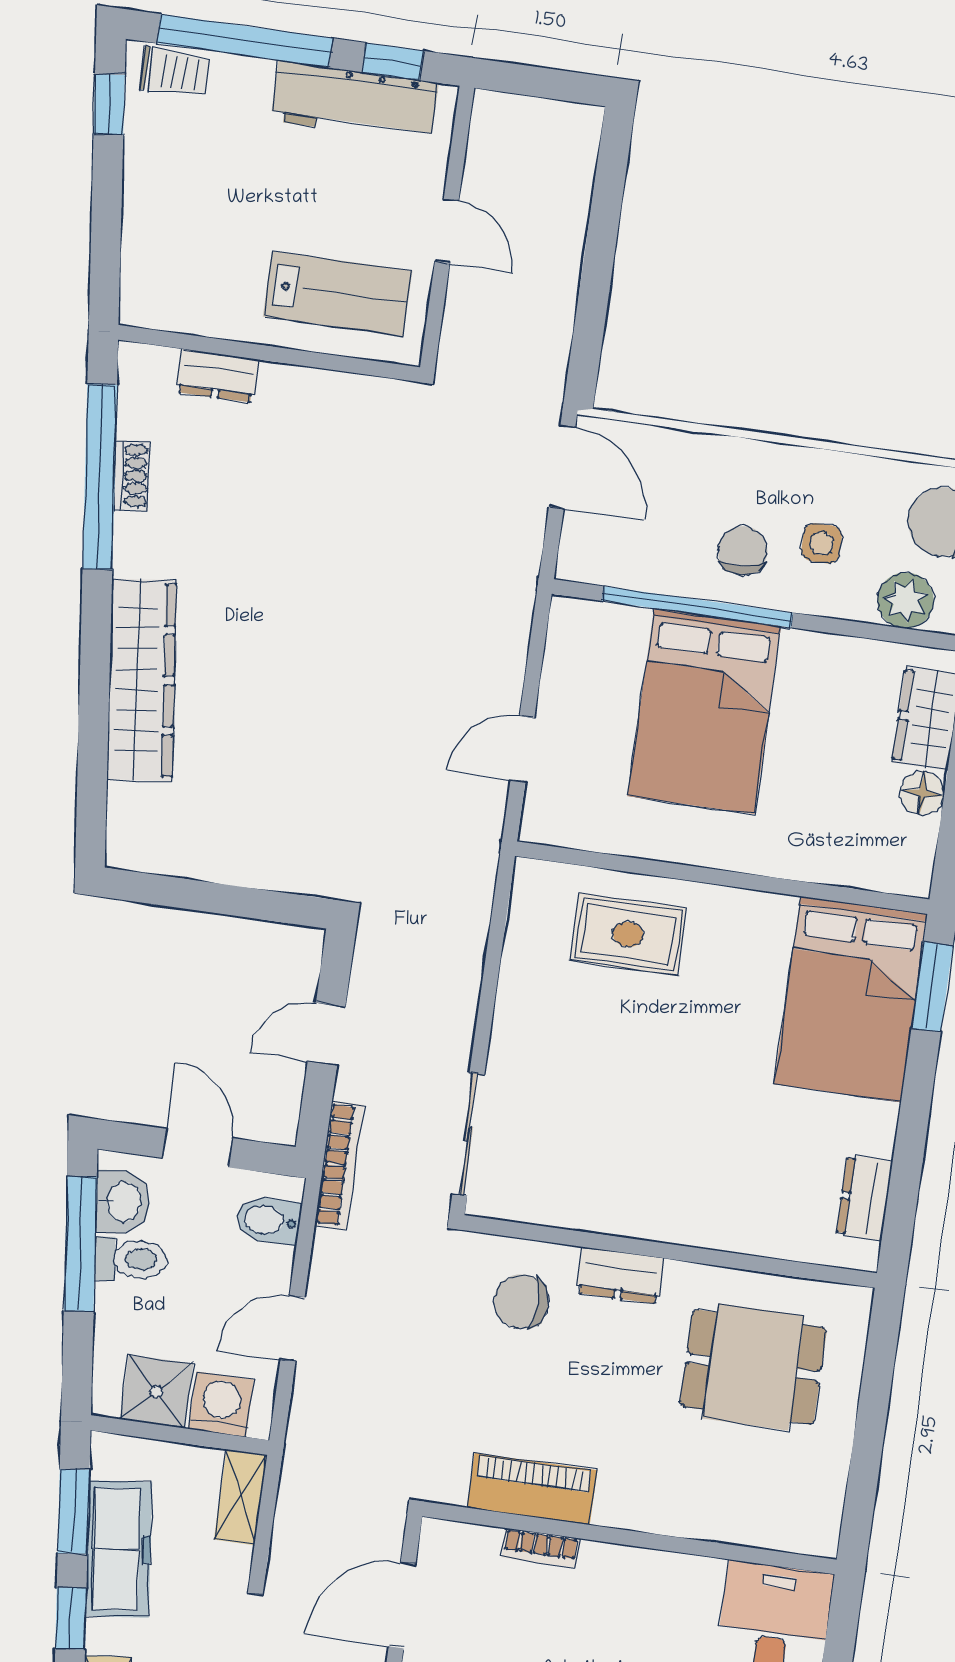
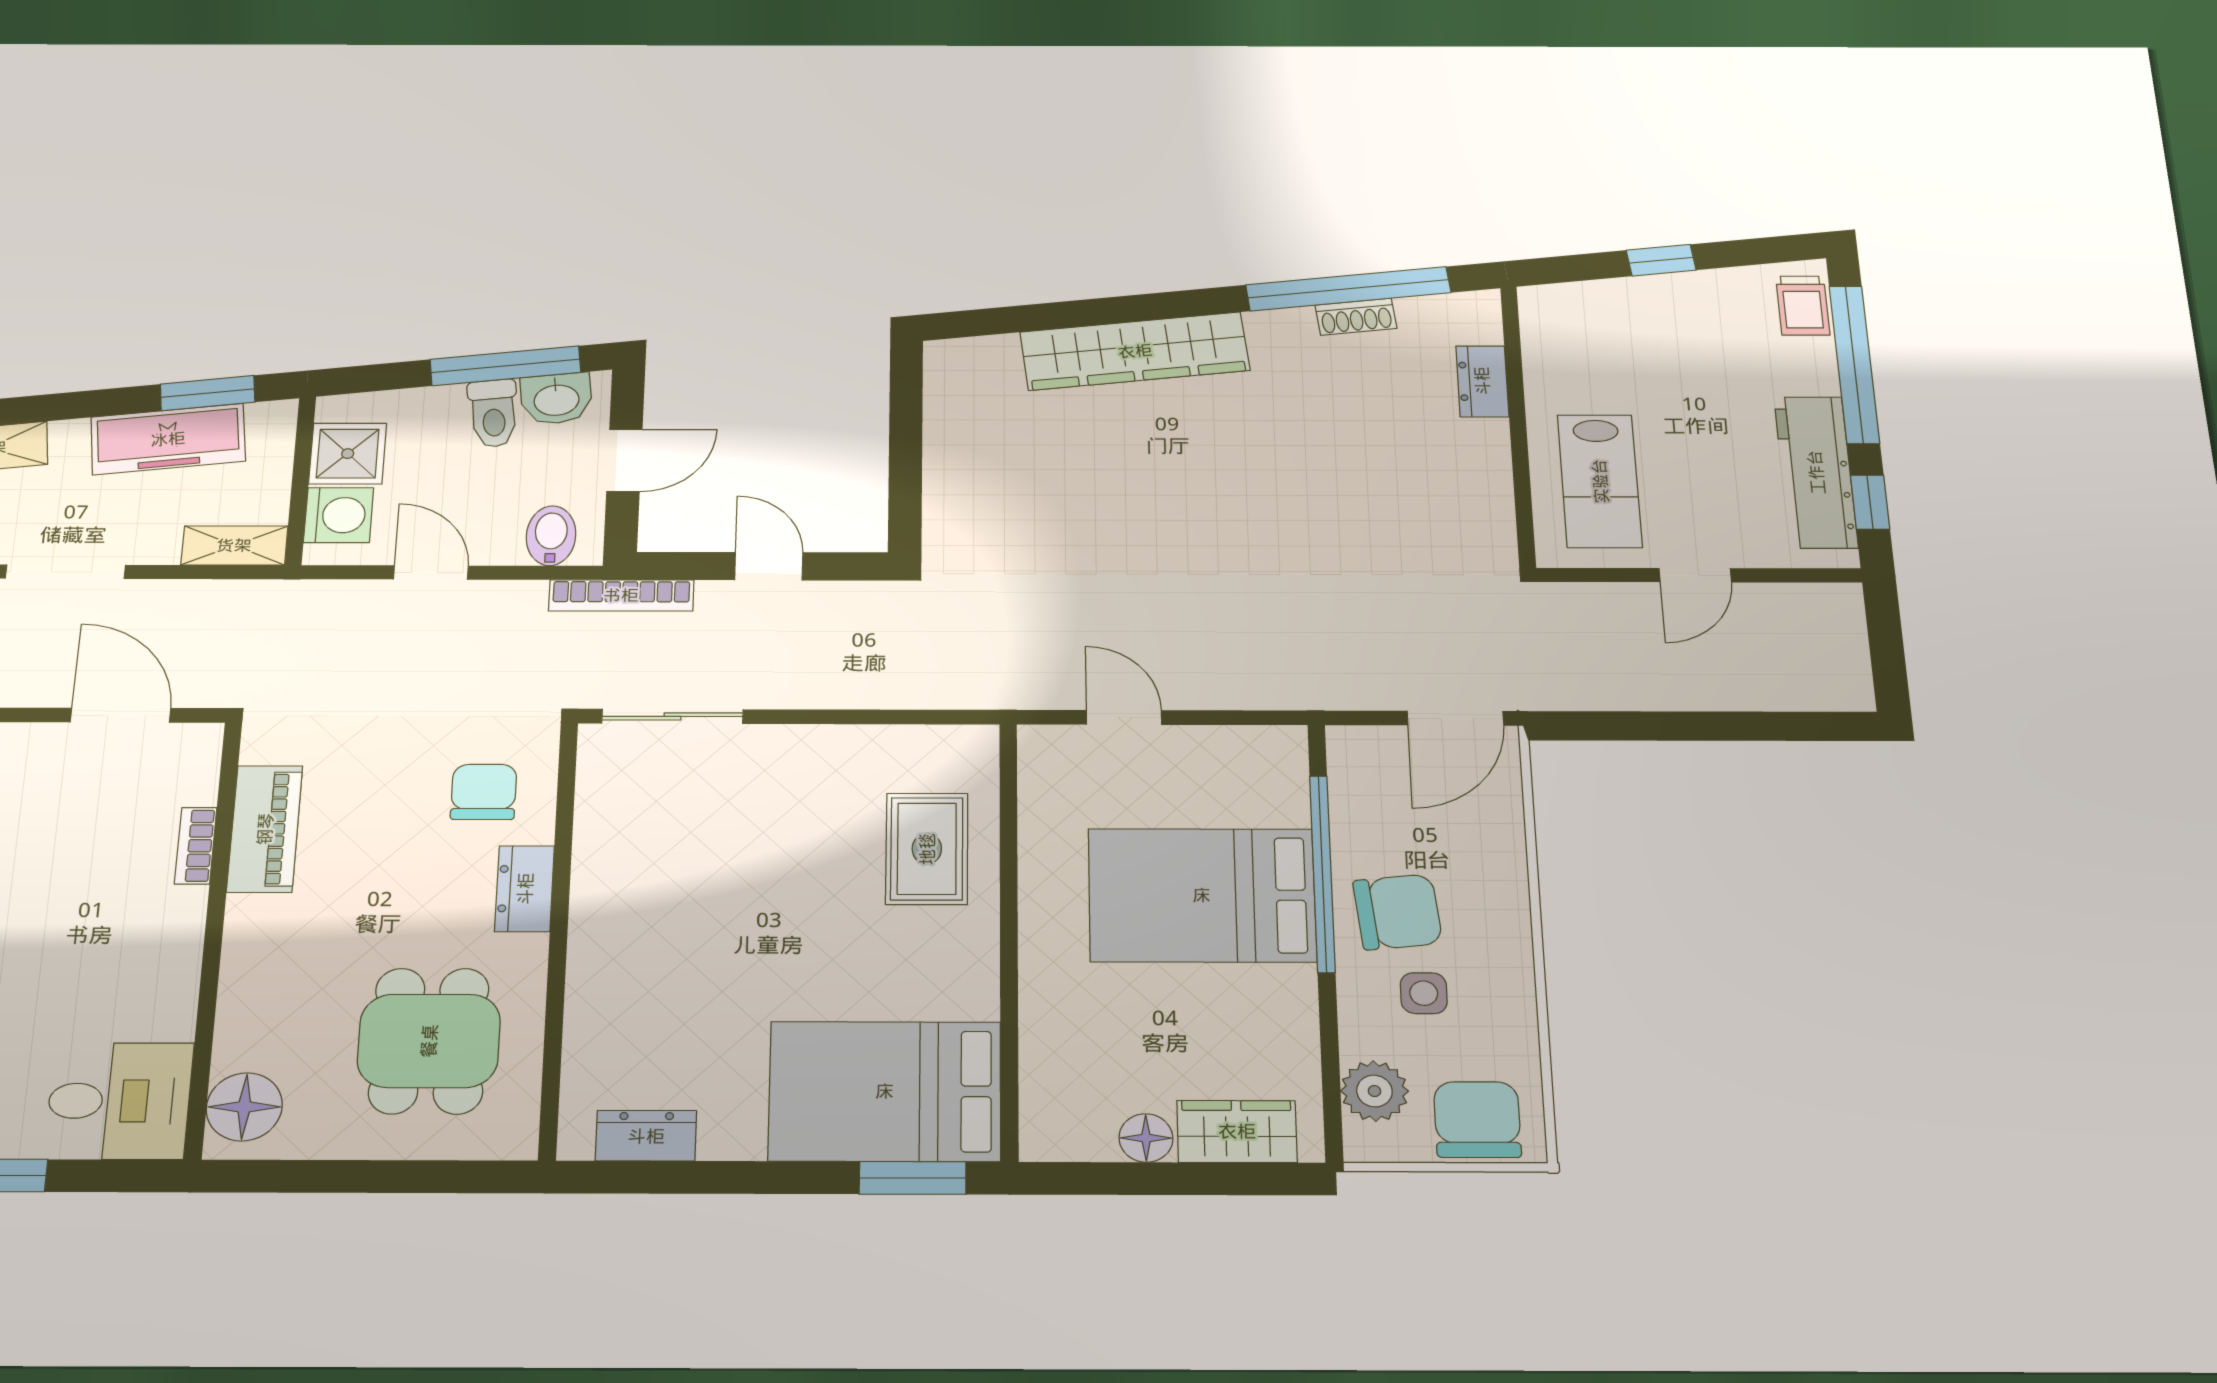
window: (109, 104) -> (1661, 260), moved
chair: (743, 551) -> (1398, 912), width x1.37, depth x1.37
floor lamp: (793, 1522) -> (244, 1107), added
window: (71, 1619) -> (88, 404), removed

